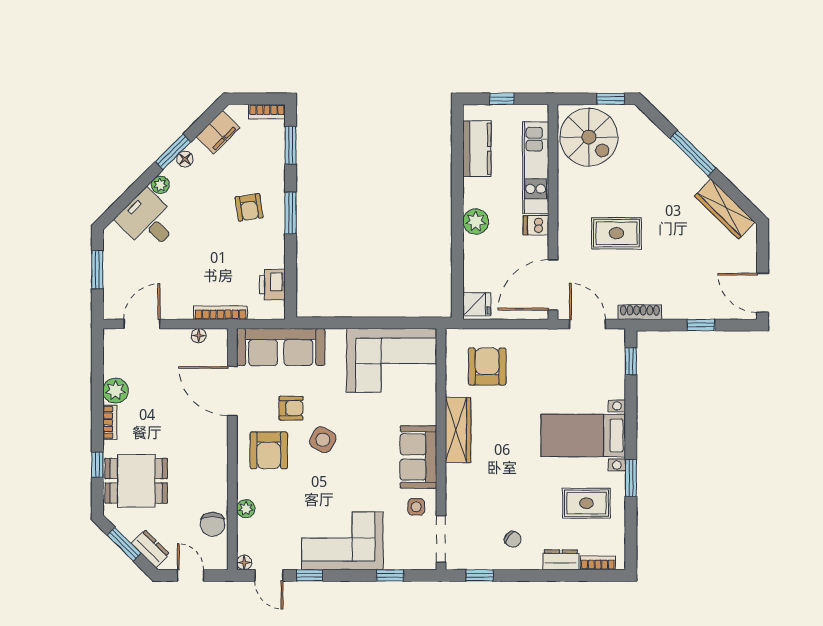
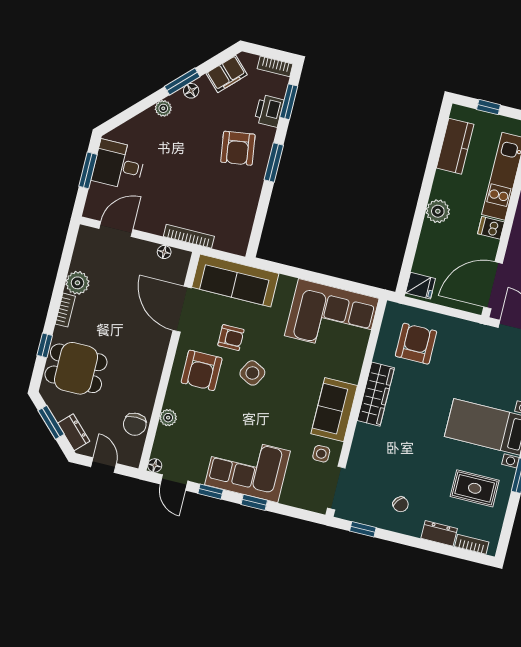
armchair: (249, 207) -> (238, 148), width x1.38, depth x1.38
desk: (148, 221) -> (119, 165), moved, turned -45
printer: (272, 285) -> (269, 111), moved
window: (390, 575) -> (254, 502), moved

